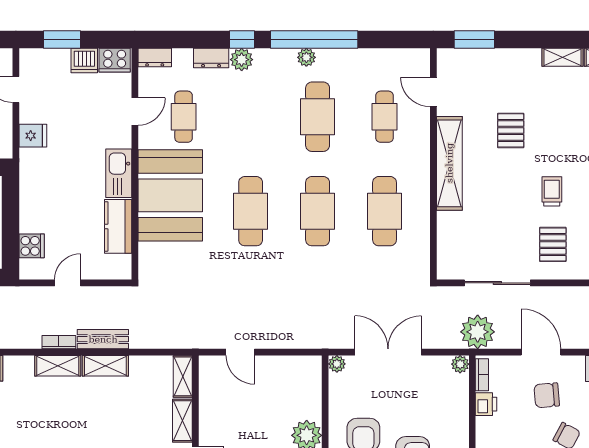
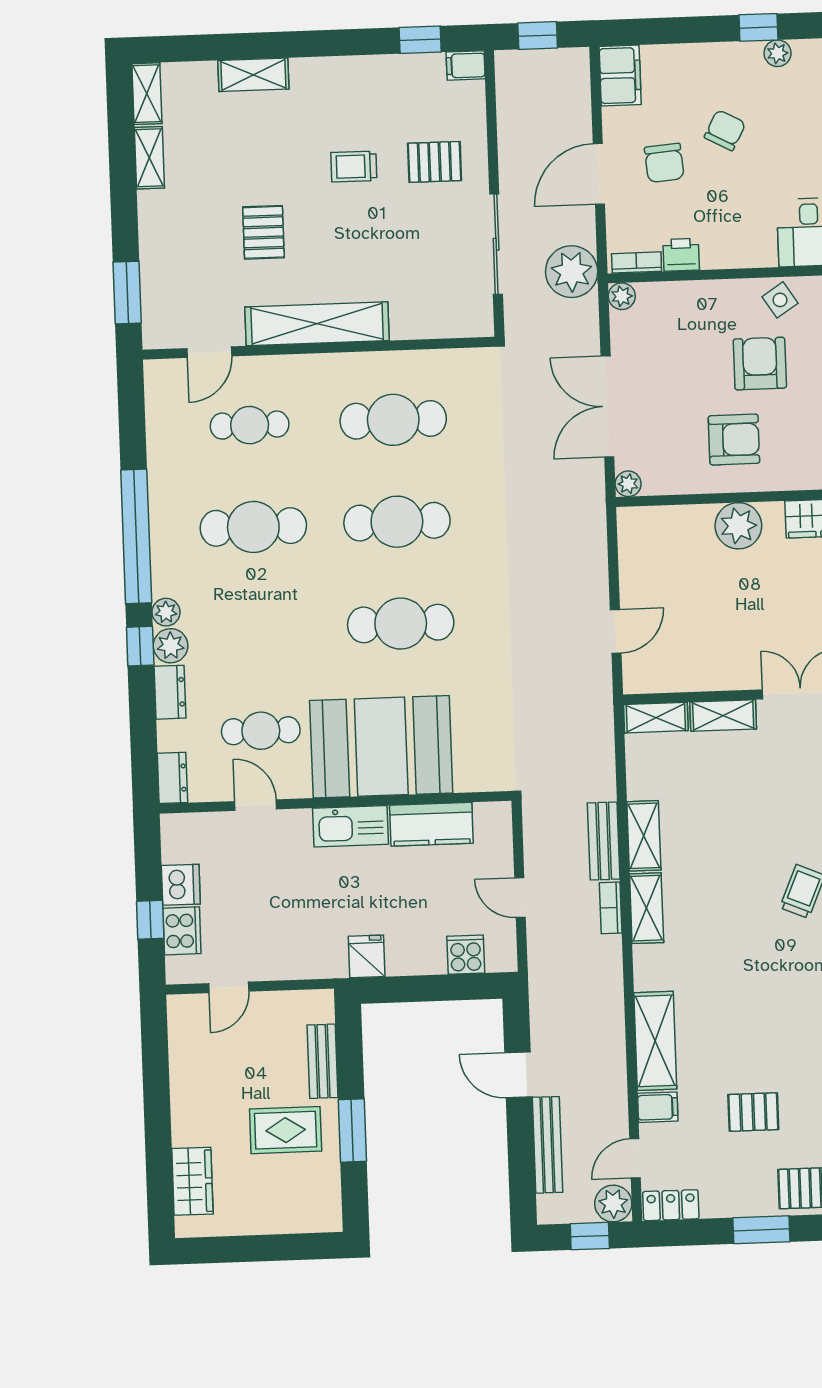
window: (62, 40) -> (150, 920), width x0.67
plant: (306, 57) -> (166, 612), moved
cooker: (115, 60) -> (182, 931), moved
pallet: (511, 130) -> (263, 232), turned 90
fridge: (33, 136) -> (367, 956), moved

